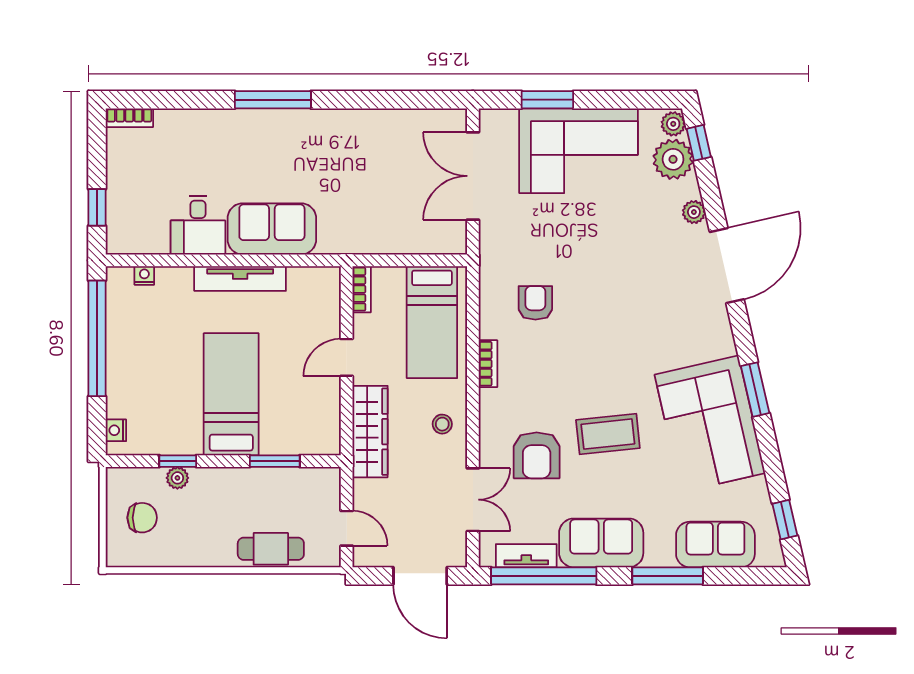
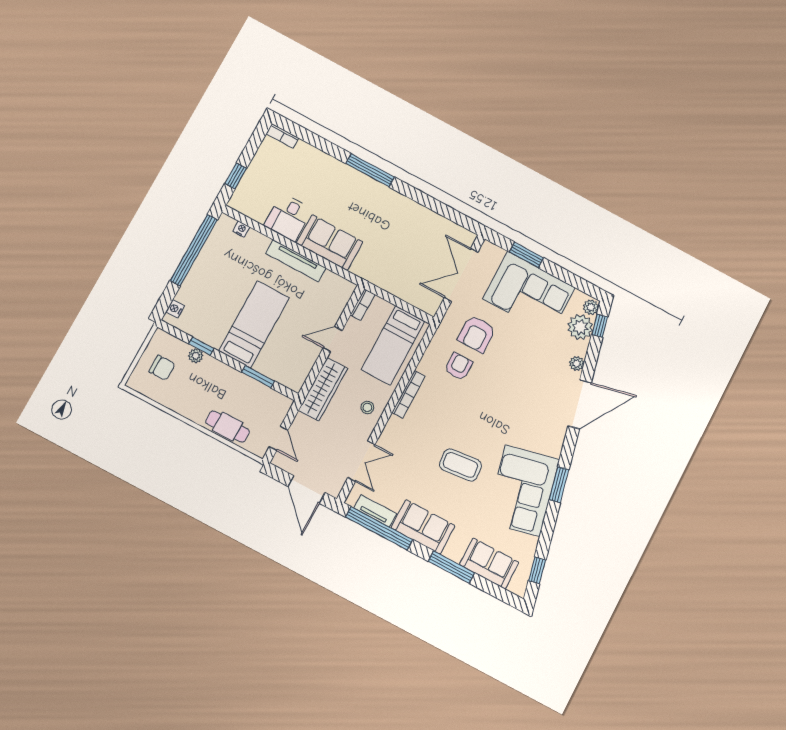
bookcase: (488, 364) -> (408, 394), width x1.56
armchair: (537, 455) -> (477, 334), moved

